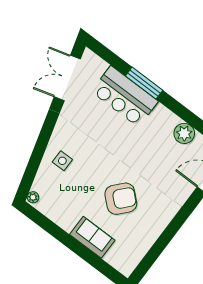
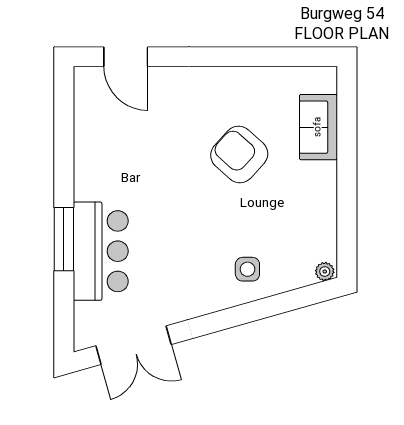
plant: (184, 133) -> (90, 136), removed
sofa: (92, 237) -> (318, 127), moved

